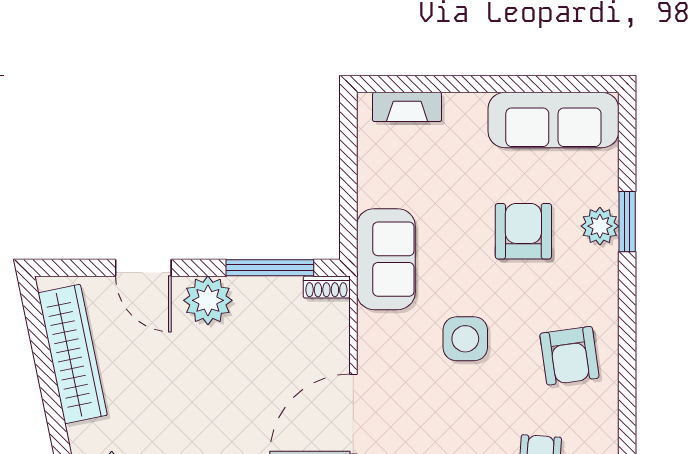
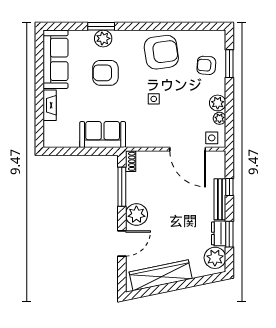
fireplace: (407, 107) -> (50, 105), moved
sofa: (386, 259) -> (103, 135), moved
side table: (465, 339) -> (154, 99), width x0.54, depth x0.54
armchair: (569, 356) -> (161, 52), width x1.36, depth x1.36

